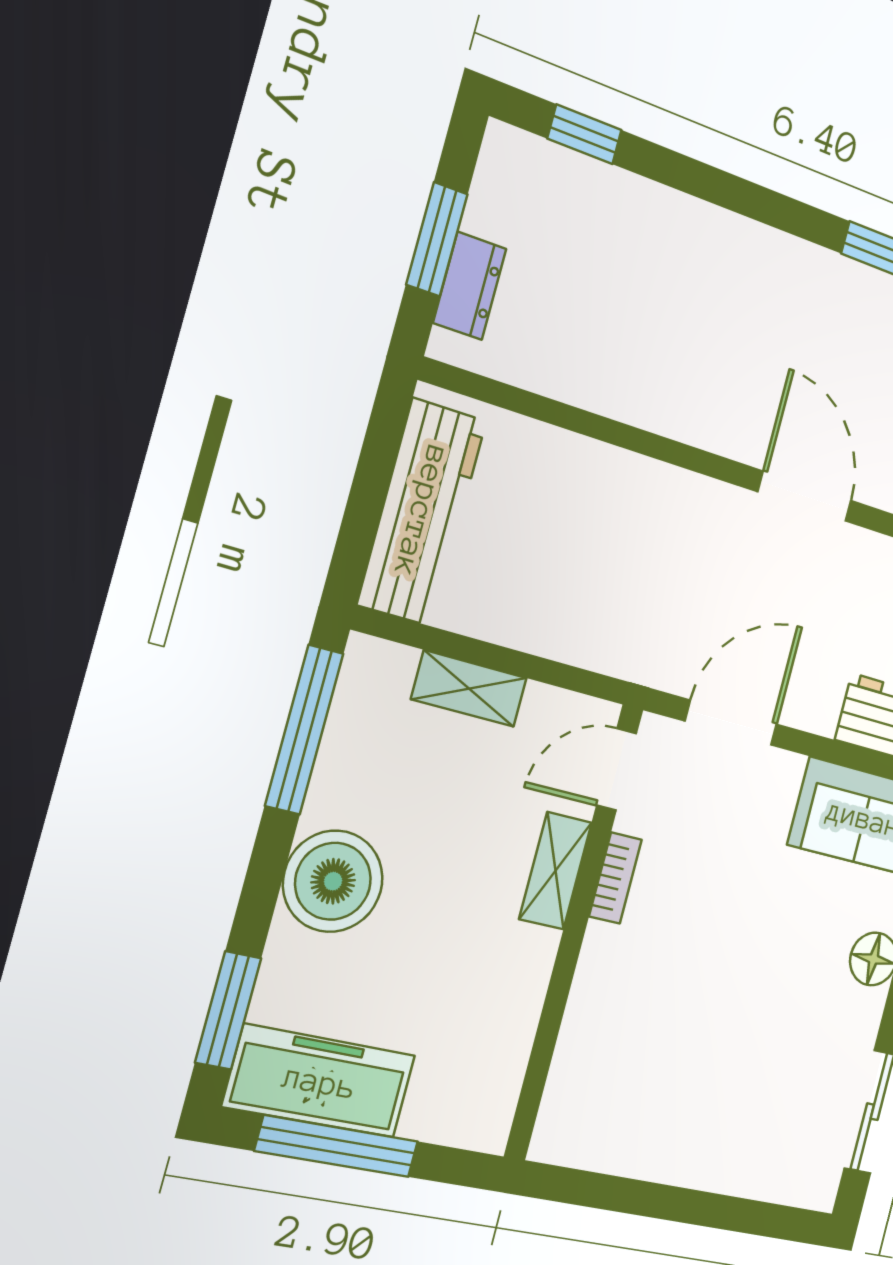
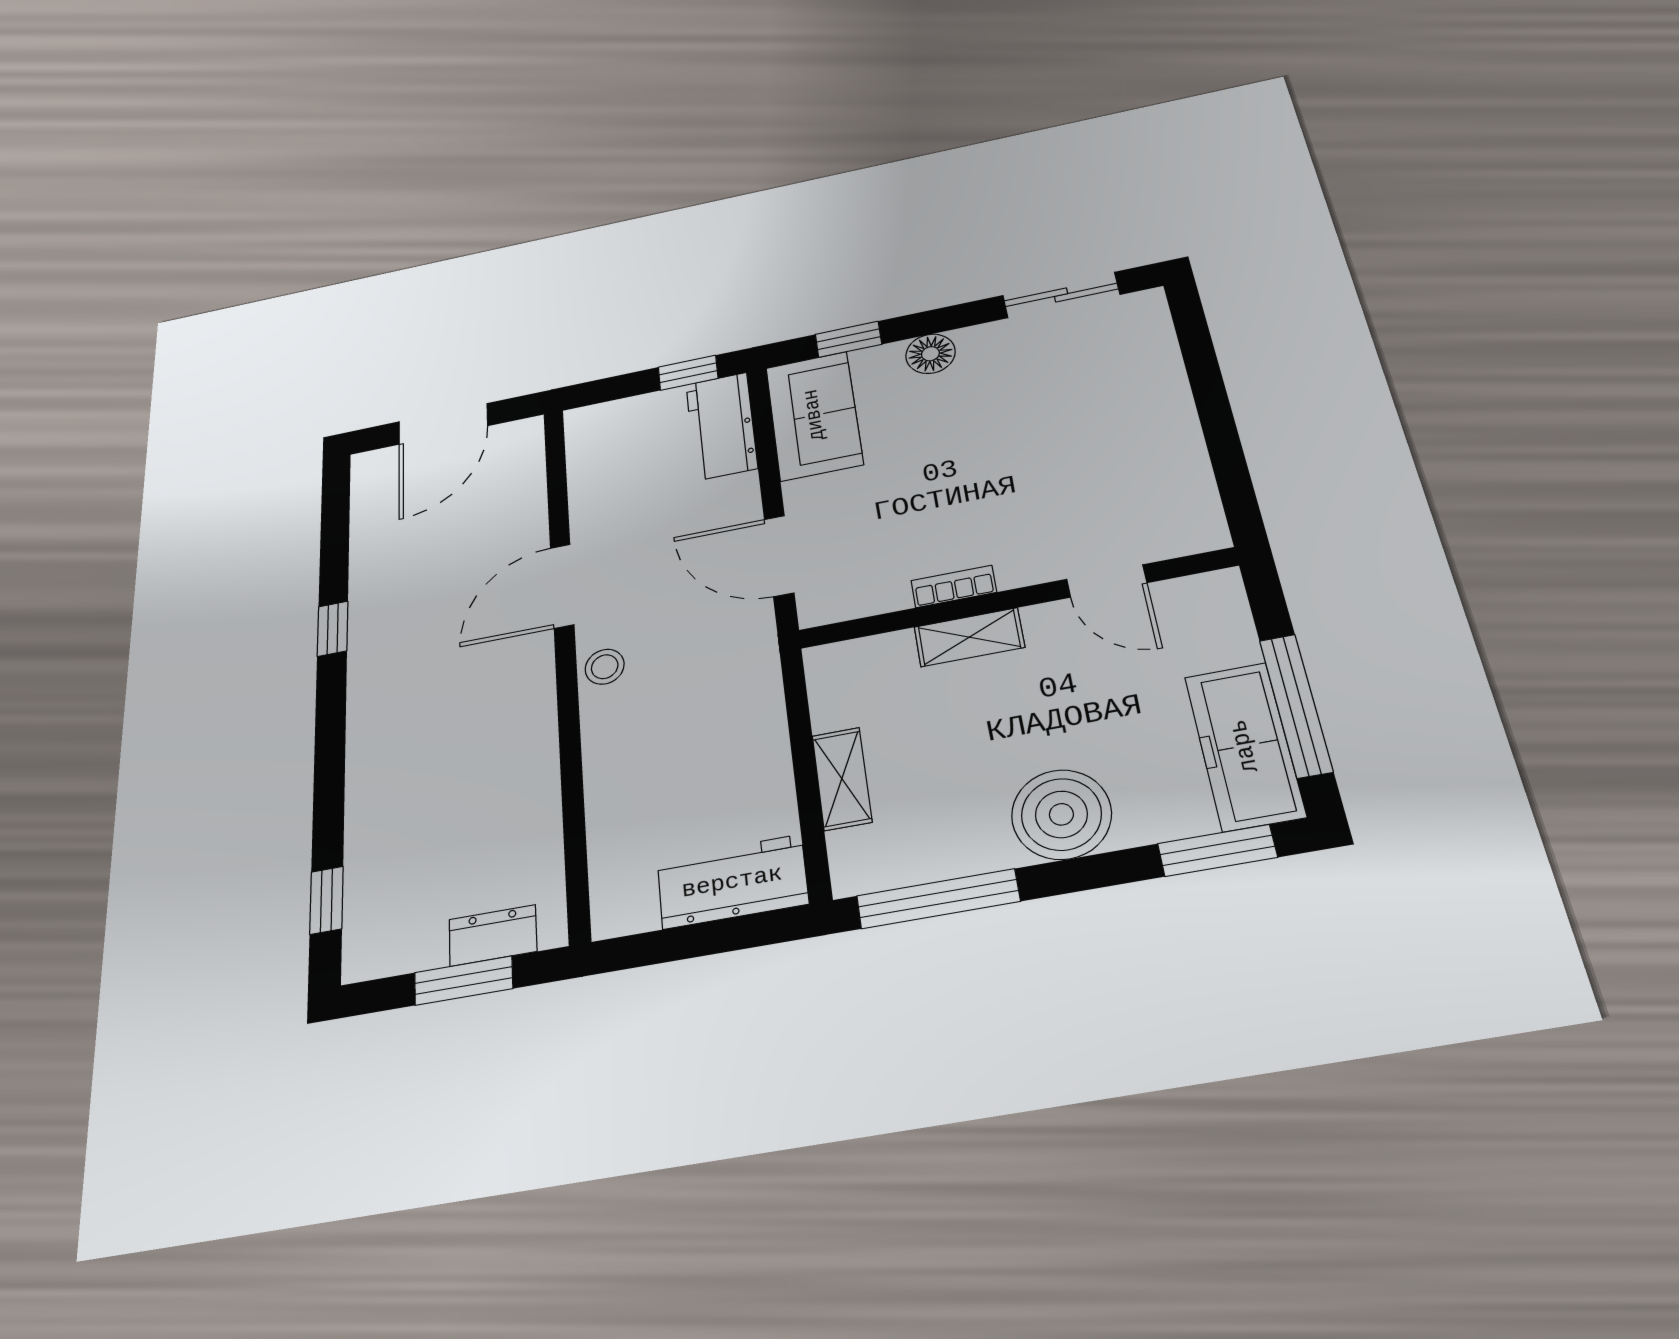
stool: (698, 505) -> (605, 667), added
workbench: (422, 512) -> (732, 882), width x0.73
door: (617, 769) -> (1107, 581), moved

